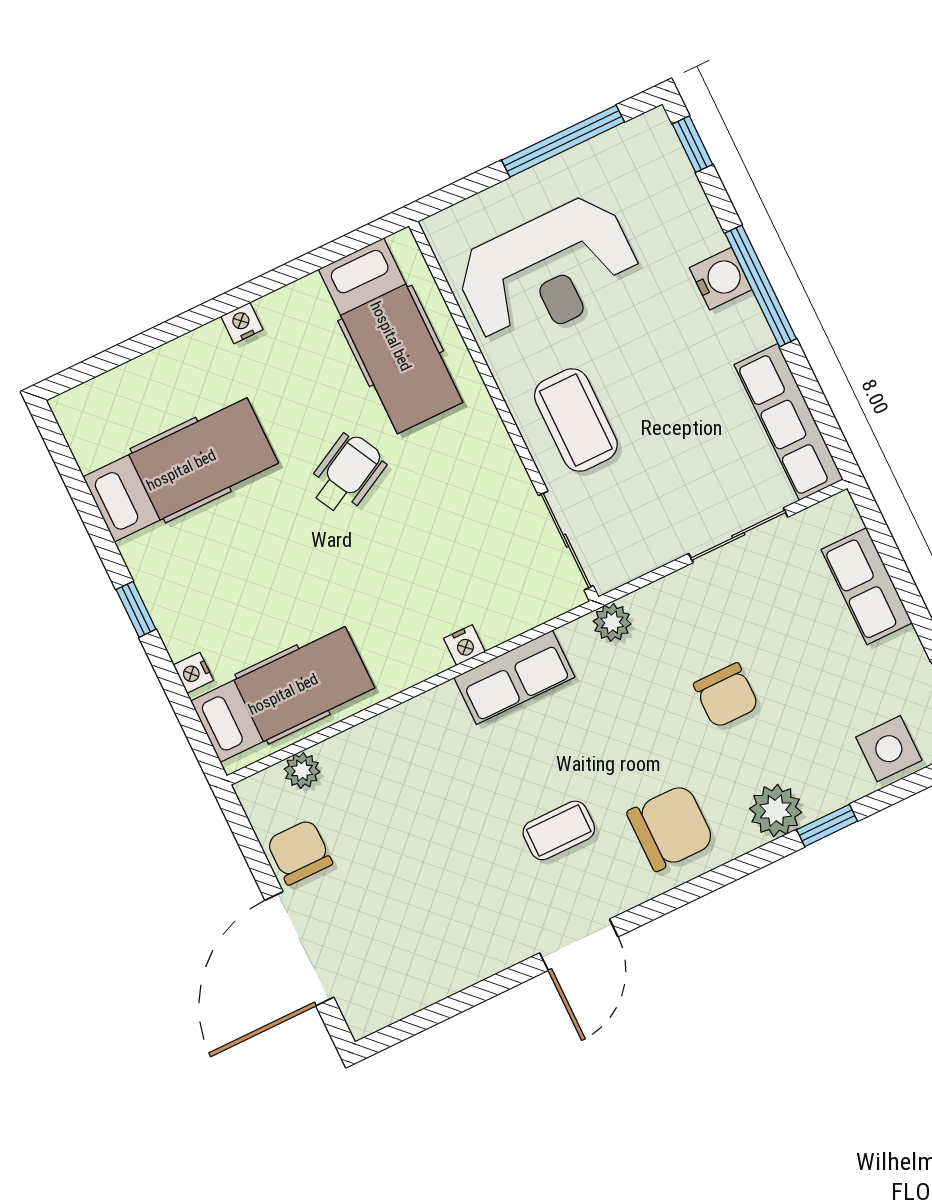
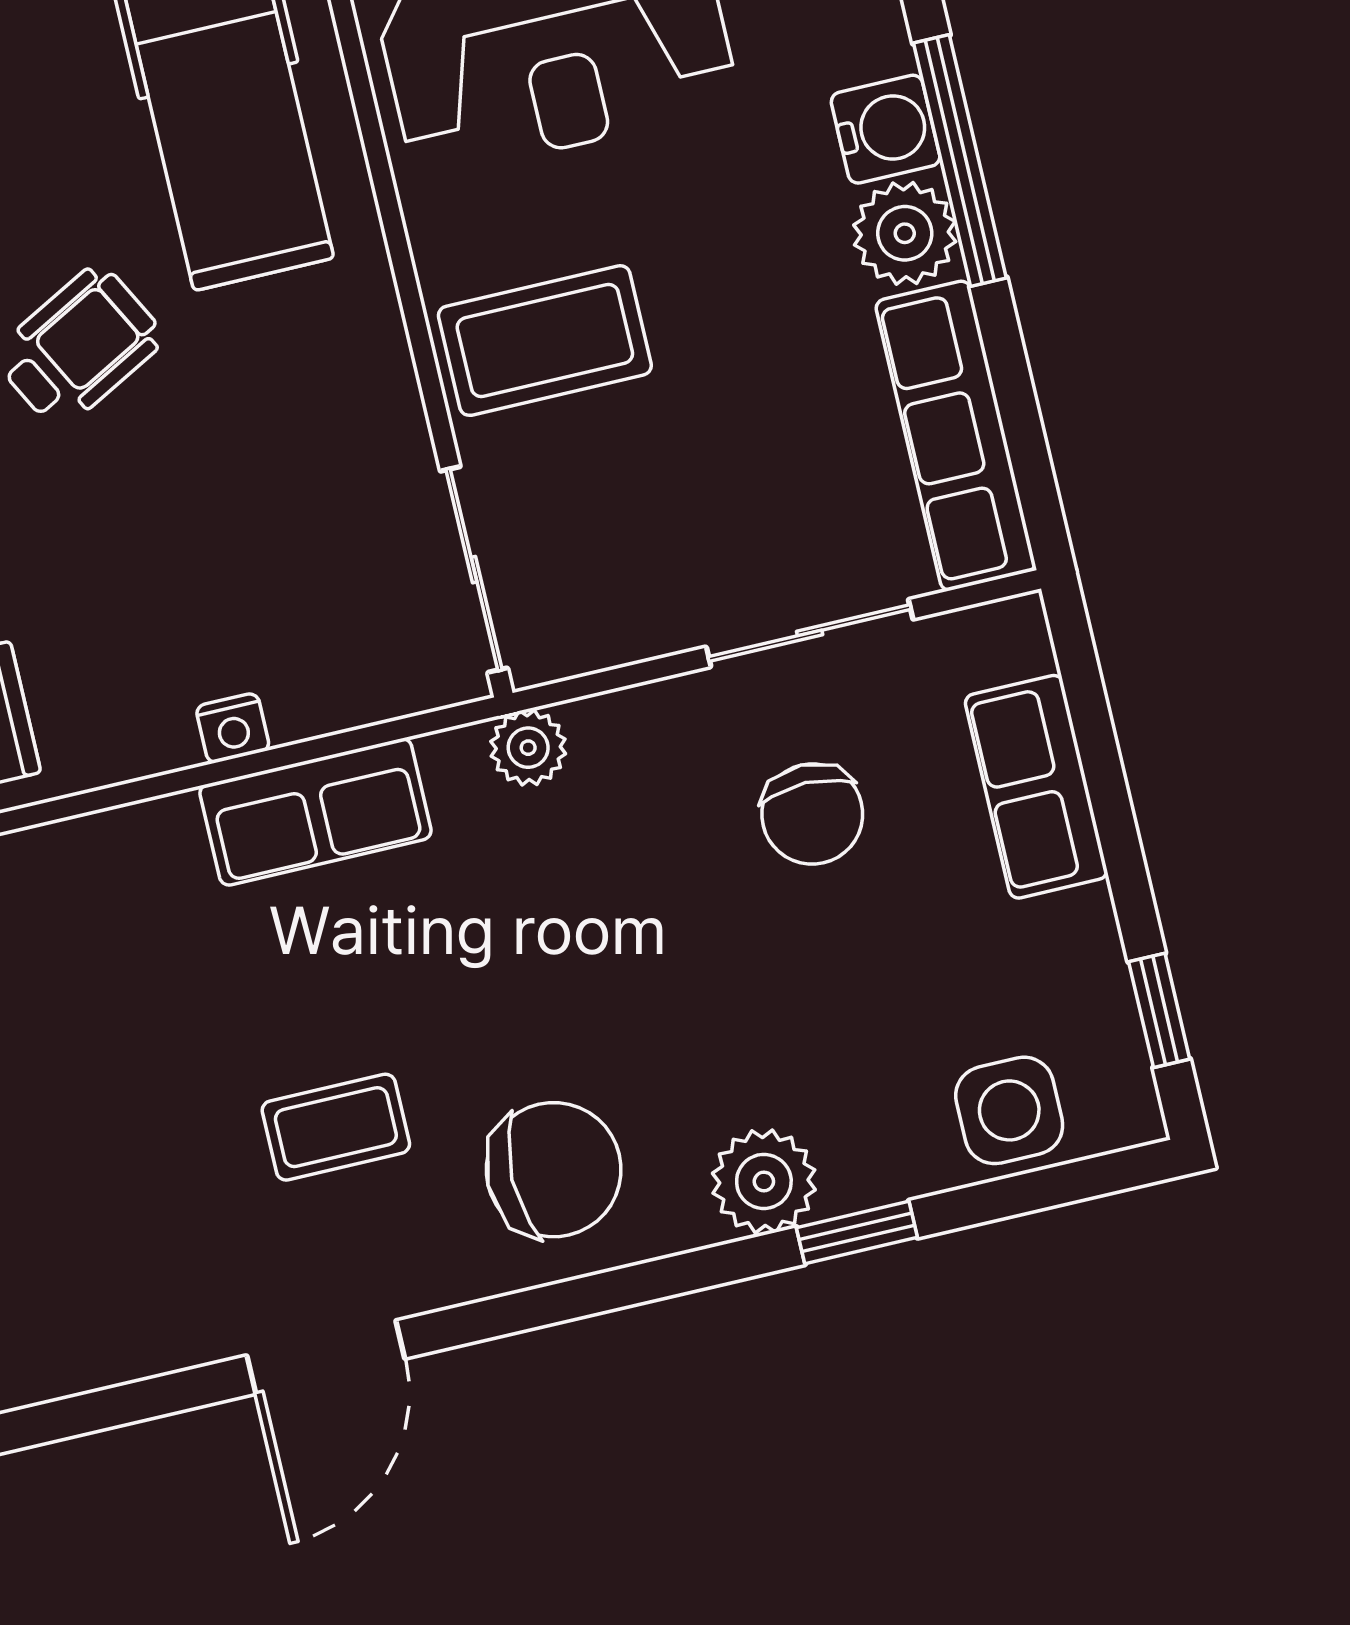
plant: (741, 328) -> (905, 233), added
coffee table: (576, 420) -> (545, 341), turned 90
chair: (726, 695) -> (812, 814), moved

